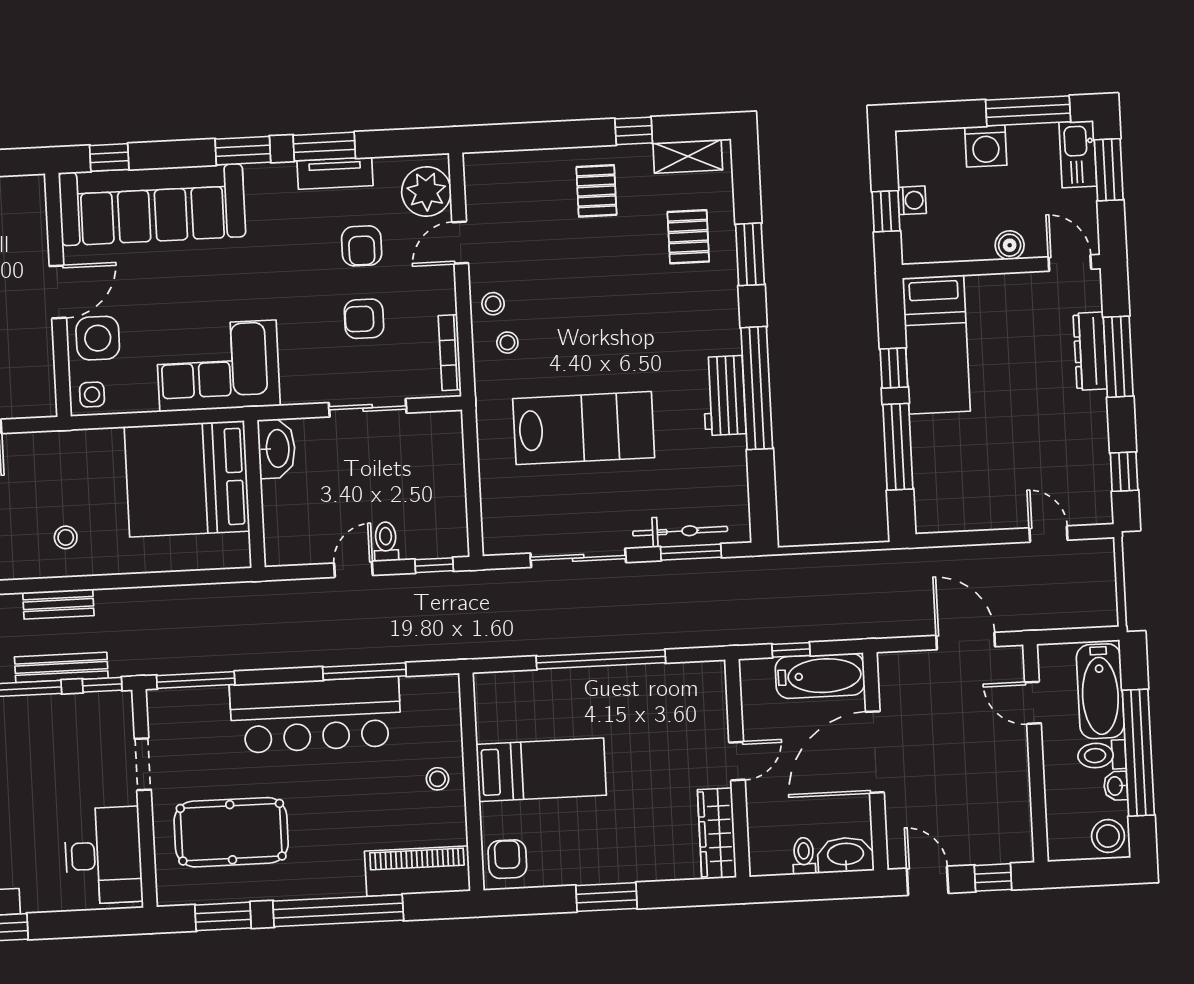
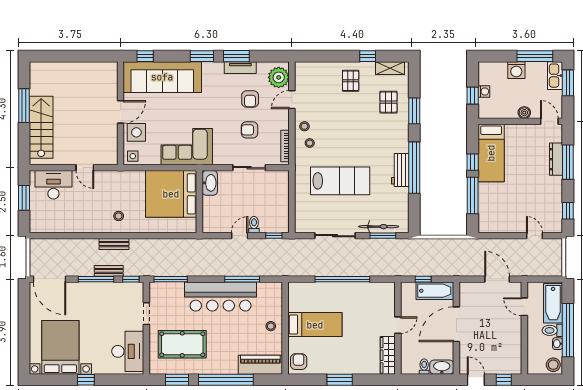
bench: (61, 667) -> (109, 271), width x0.73

